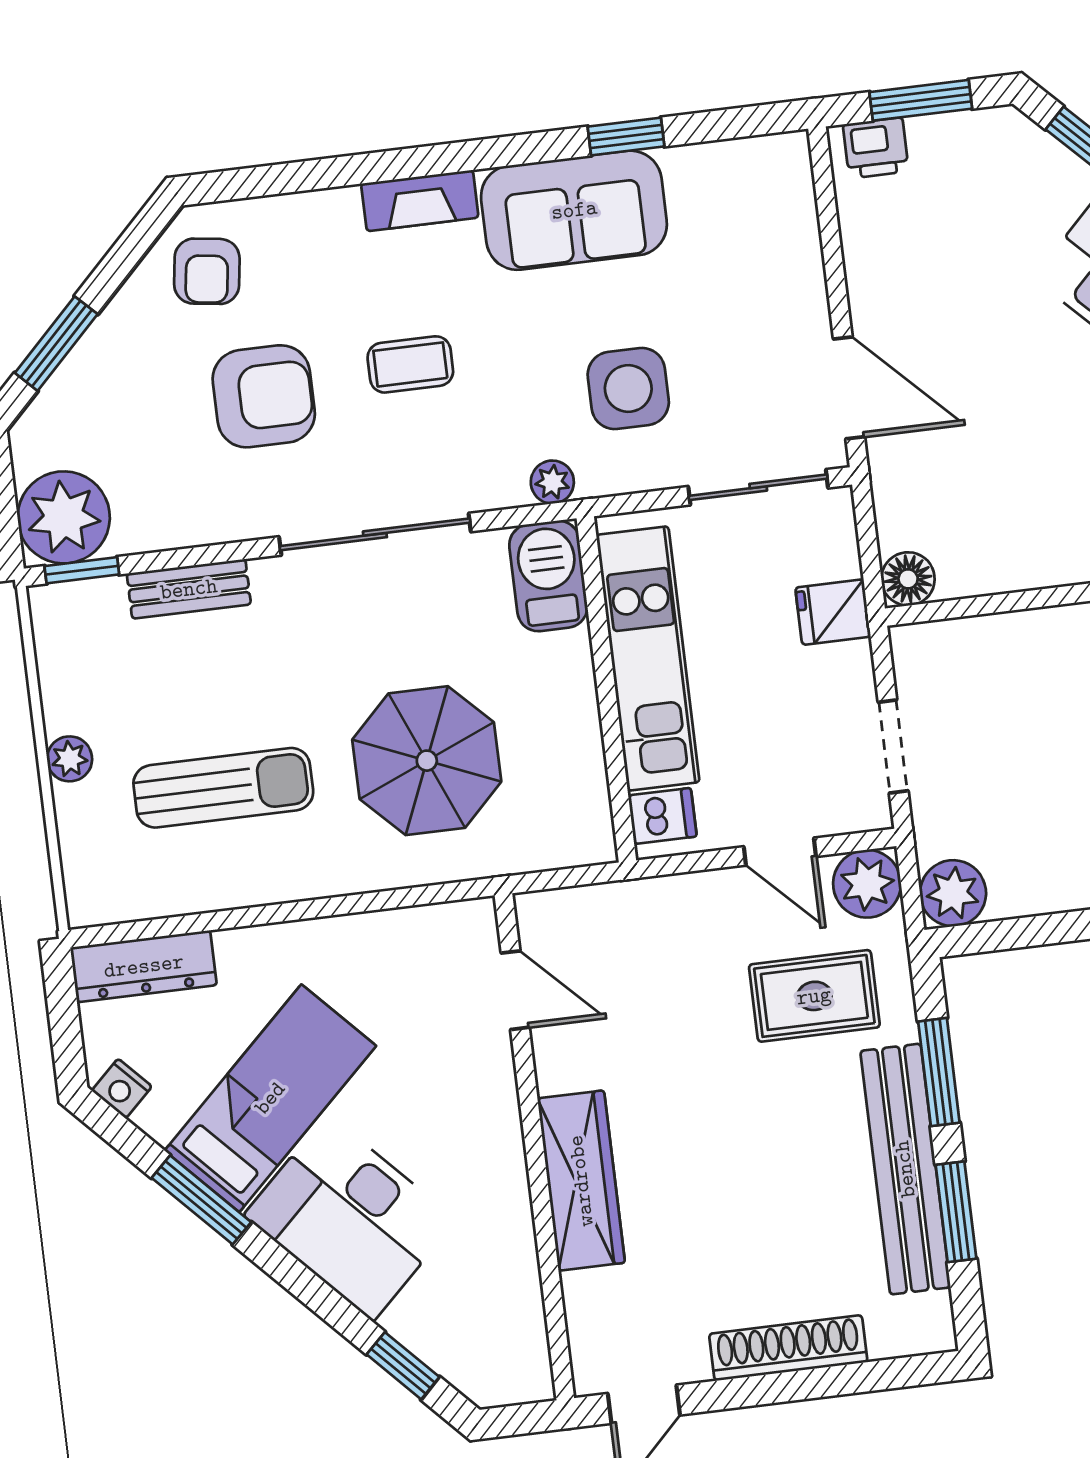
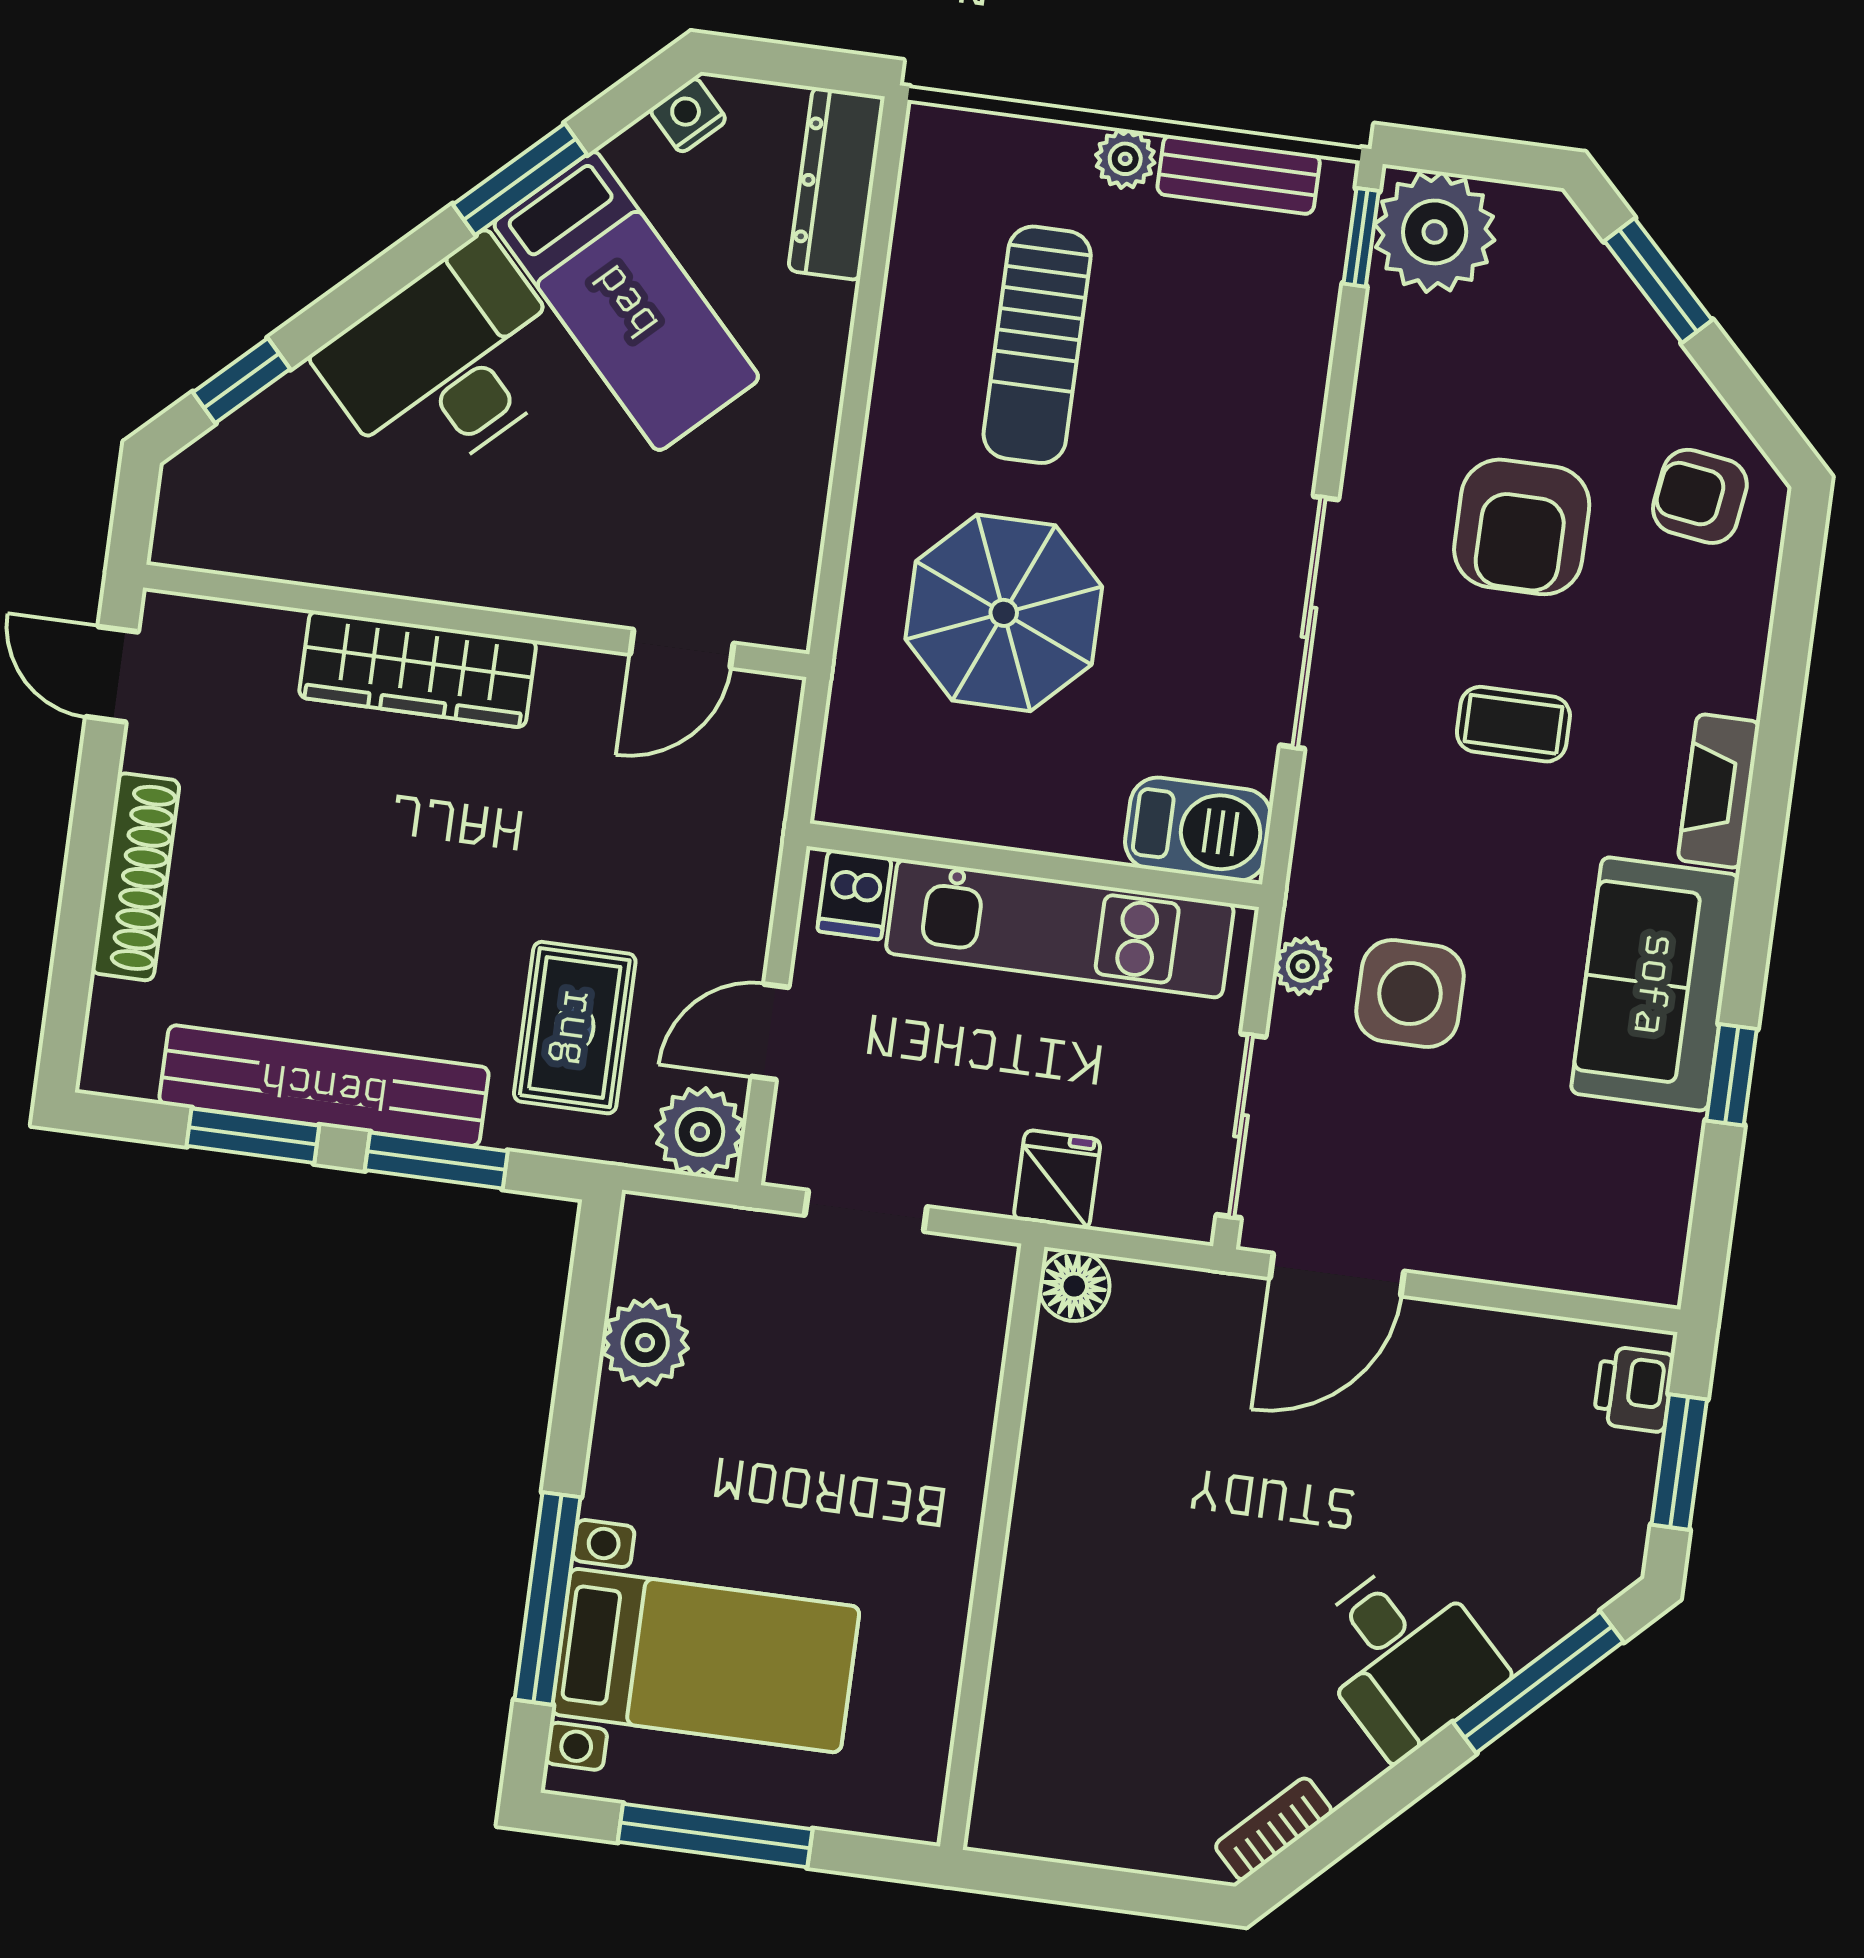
coffee table: (410, 364) -> (1513, 724), turned 90
plant: (552, 482) -> (1303, 966), moved
bench: (189, 589) -> (1239, 175), moved, turned 90
plant: (953, 893) -> (645, 1343), moved

